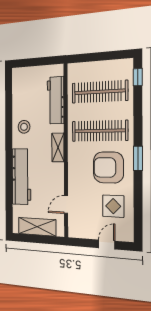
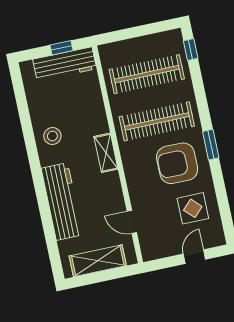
window: (42, 61) -> (61, 48), added
workbench: (56, 100) -> (65, 64), moved, turned -90
door: (66, 205) -> (132, 222), hinge flipped

